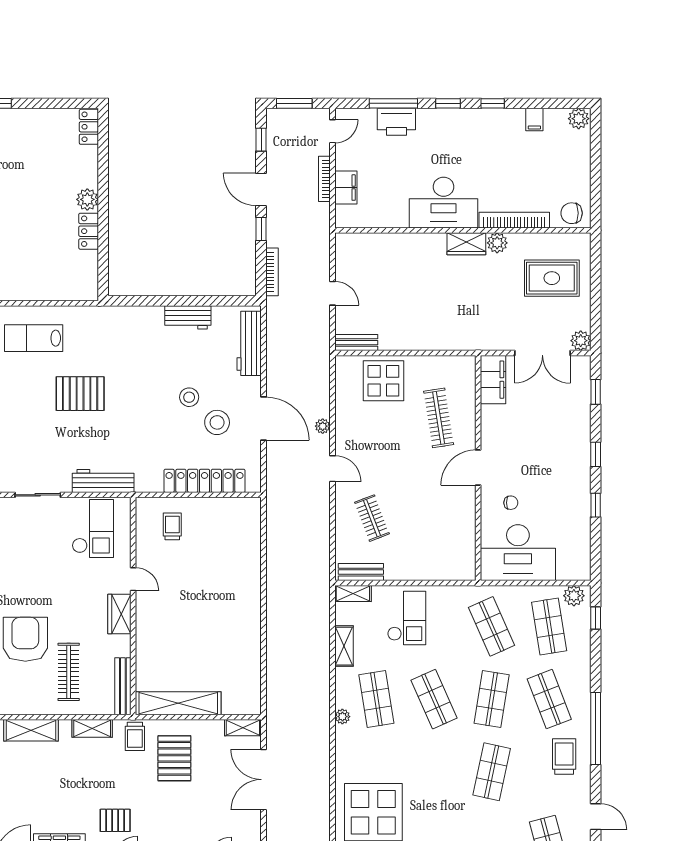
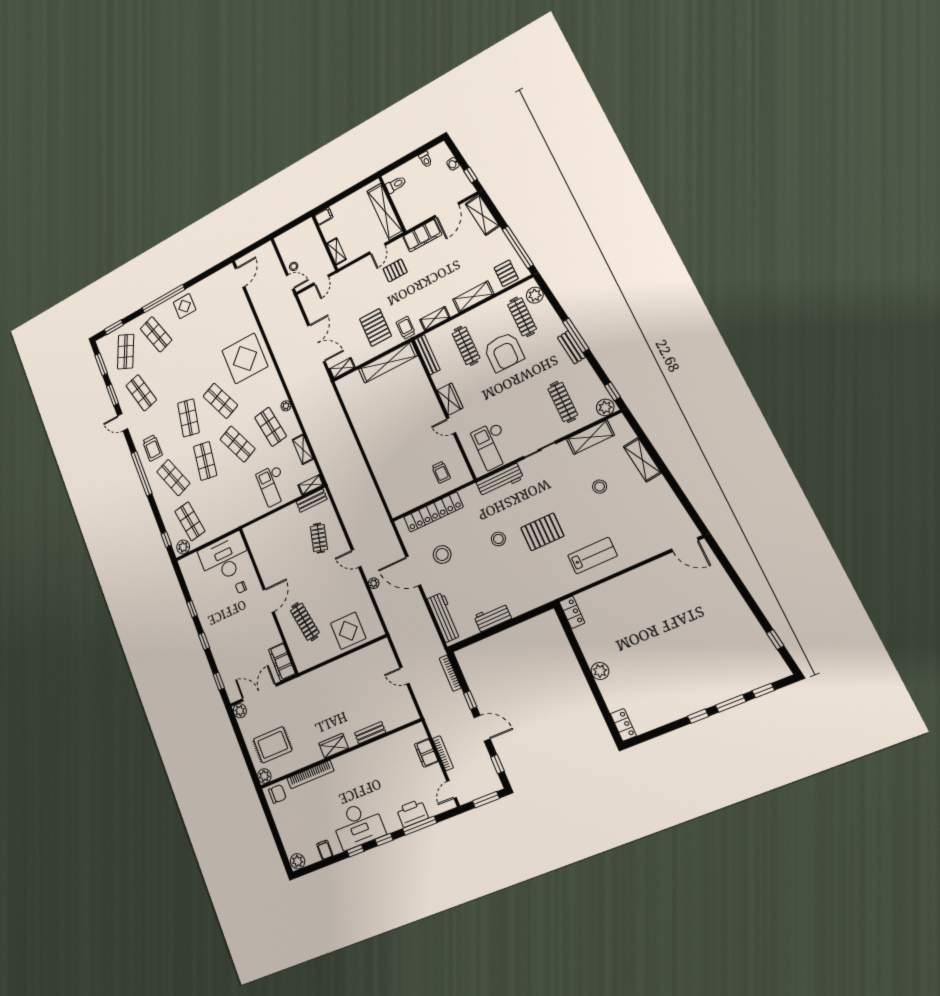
desk: (444, 203) -> (358, 825), moved, turned 180
locker: (89, 231) -> (572, 612), moved
plant: (497, 243) -> (264, 776), moved
bench: (356, 343) -> (370, 733), moved
stool: (189, 397) -> (498, 539), moved
clothes rail: (372, 518) -> (319, 538), turned 36
shop shelf: (492, 626) -> (220, 401), moved

